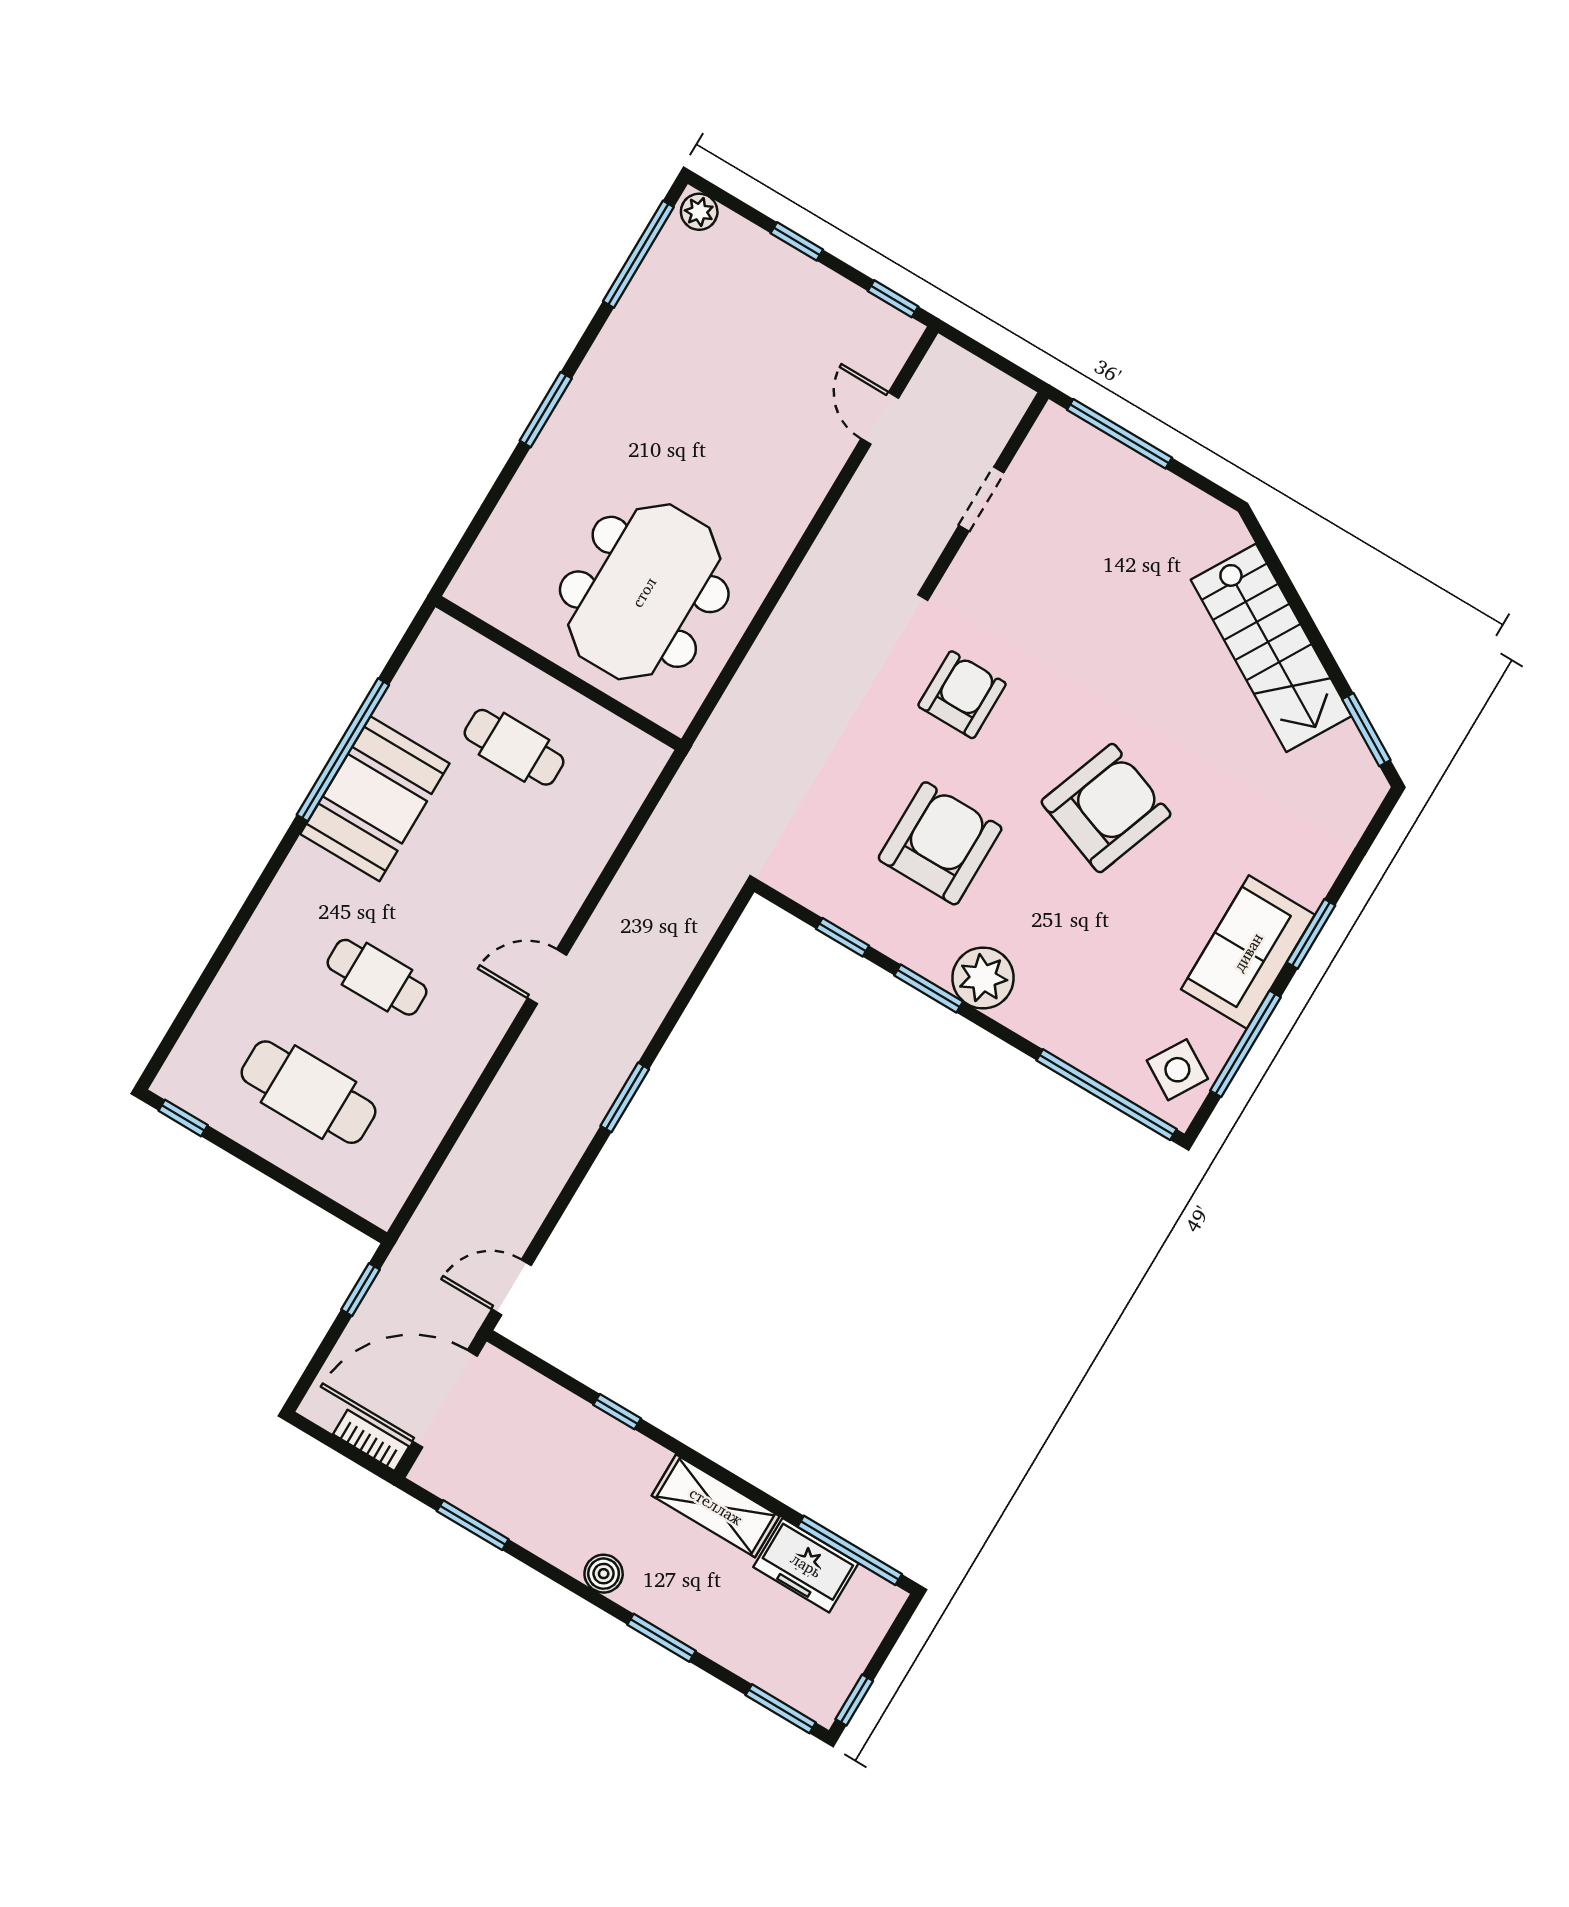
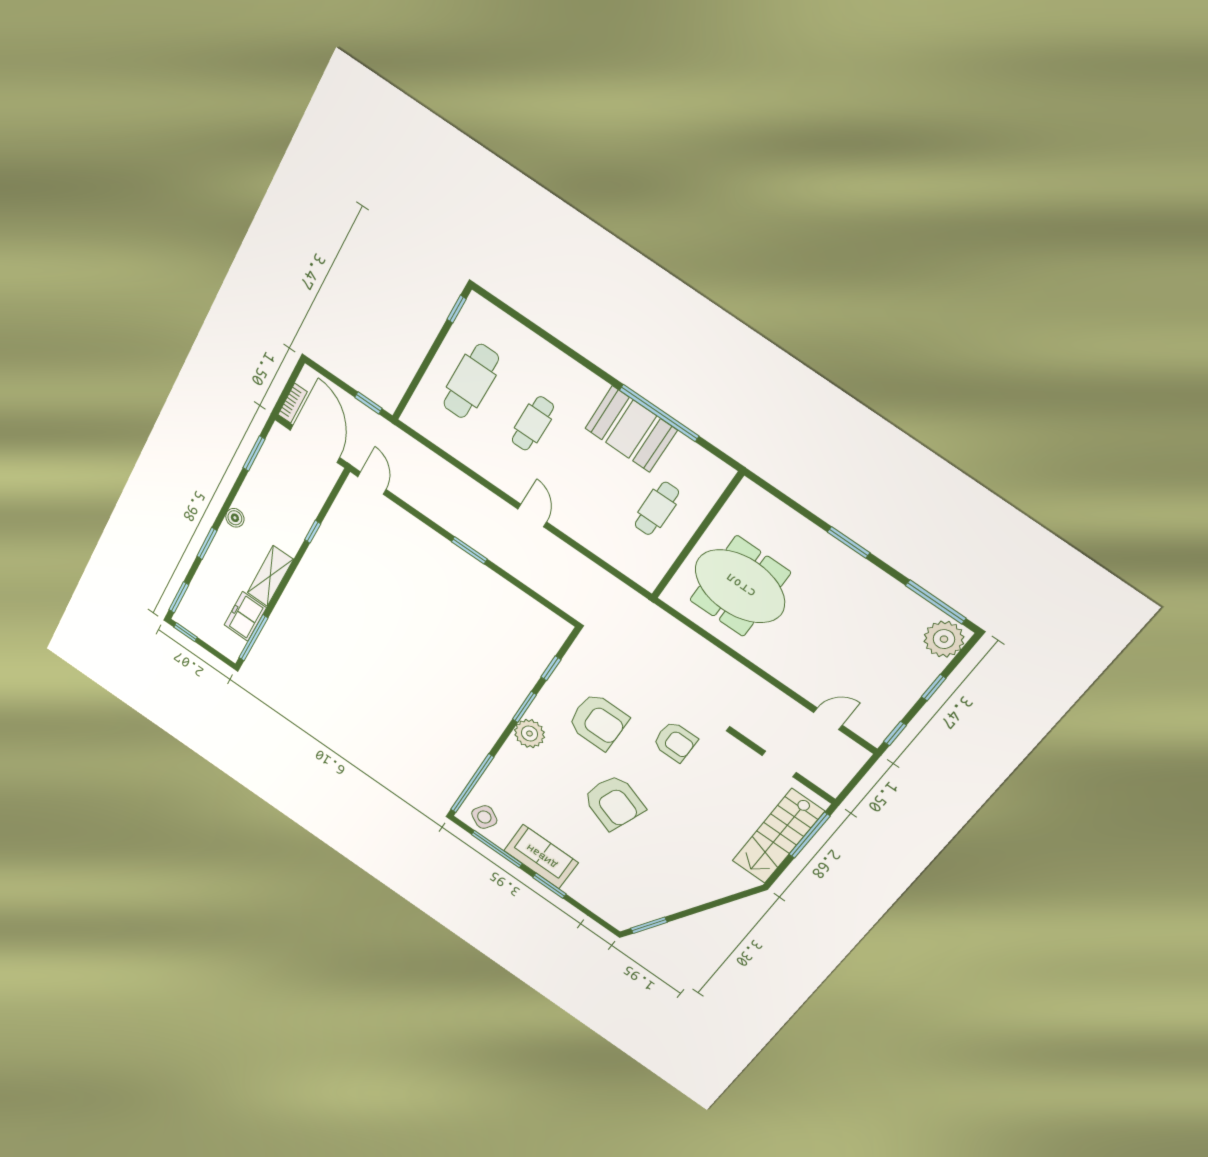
plant: (699, 212) -> (944, 639), width x1.87, depth x1.87
stairs: (1271, 648) -> (778, 836), moved, turned -30

